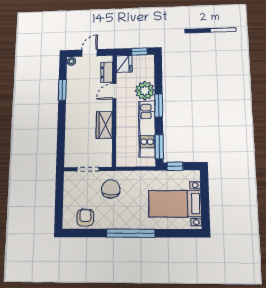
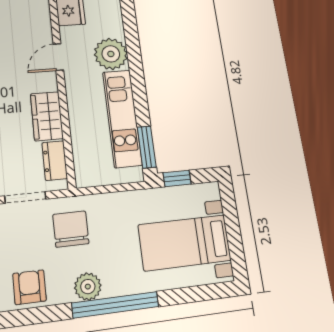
dresser: (107, 72) -> (55, 161), moved
window: (159, 105) -> (137, 78), removed
plant: (117, 221) -> (88, 287), added

